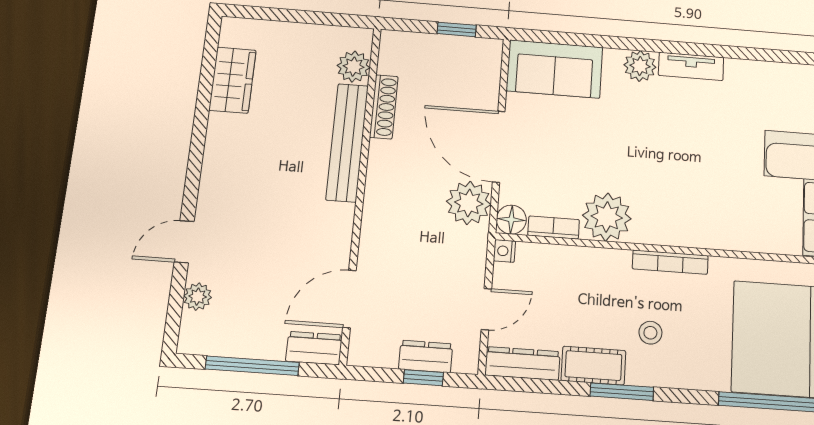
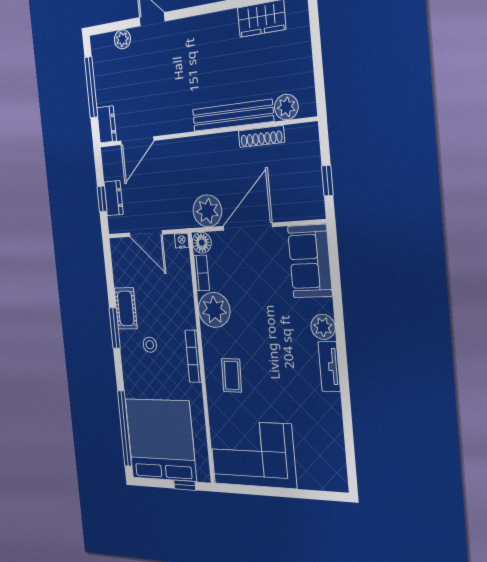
coffee table: (699, 206) -> (232, 375), added
door: (349, 299) -> (137, 141), swing flipped
door: (486, 309) -> (146, 234), width x1.38
dresser: (523, 363) -> (120, 262), removed

